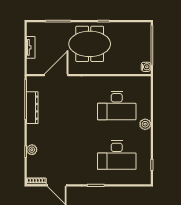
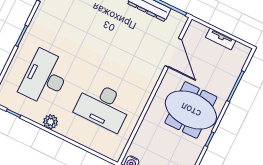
meeting table: (90, 44) -> (191, 110), turned 90
desk: (117, 106) -> (103, 106), turned -90
plant: (145, 124) -> (51, 122), moved

